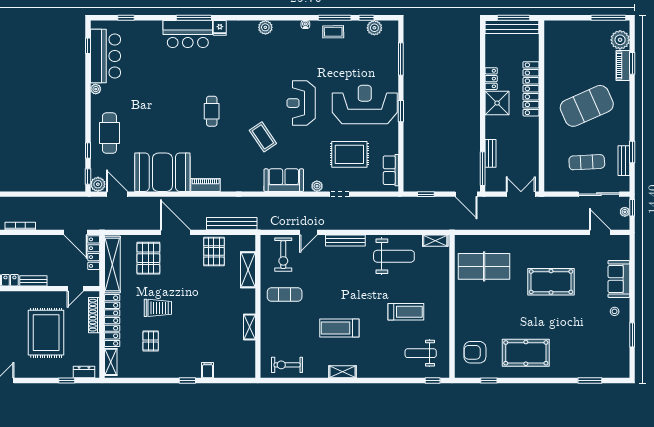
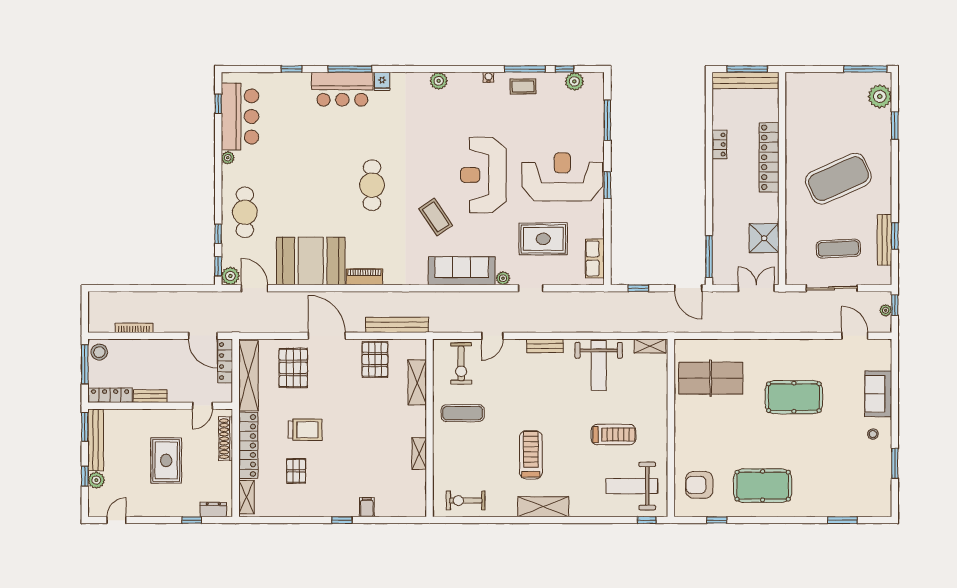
window: (126, 18) -> (292, 69), moved
piano: (623, 66) -> (883, 128), removed
reception desk: (301, 103) -> (483, 175), width x1.36, depth x1.30
shower: (497, 103) -> (764, 238), moved
cafe table: (212, 111) -> (372, 185), width x1.37, depth x1.35
bench: (491, 153) -> (719, 237), removed
bench: (624, 161) -> (885, 240), width x1.36
sofa: (284, 180) -> (462, 271), width x1.36
sliding door: (599, 194) -> (832, 288), moved
bench: (345, 240) -> (545, 346), width x0.73
weight bench: (394, 256) -> (599, 365), turned 90
treadmill: (339, 328) -> (531, 455), turned 90
rug: (46, 333) -> (166, 460), width x0.73, depth x0.69
weight bench: (421, 353) -> (632, 486), width x1.36, depth x1.33
shelving: (343, 372) -> (543, 507), width x1.50, depth x1.33

